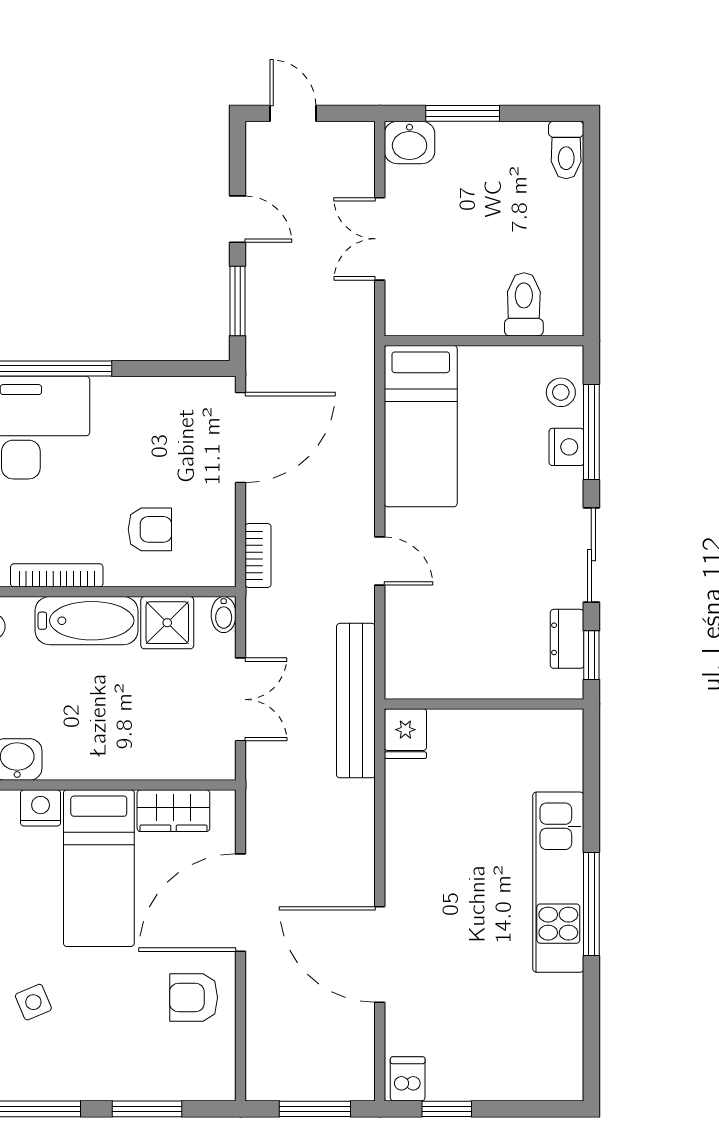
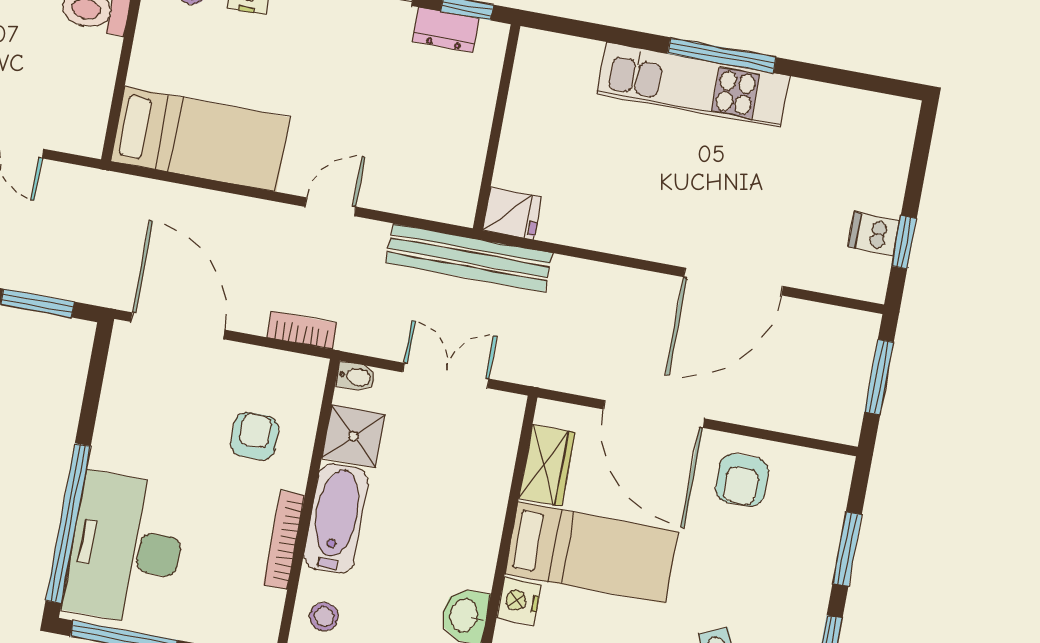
dishwasher: (408, 1079) -> (874, 234), moved

